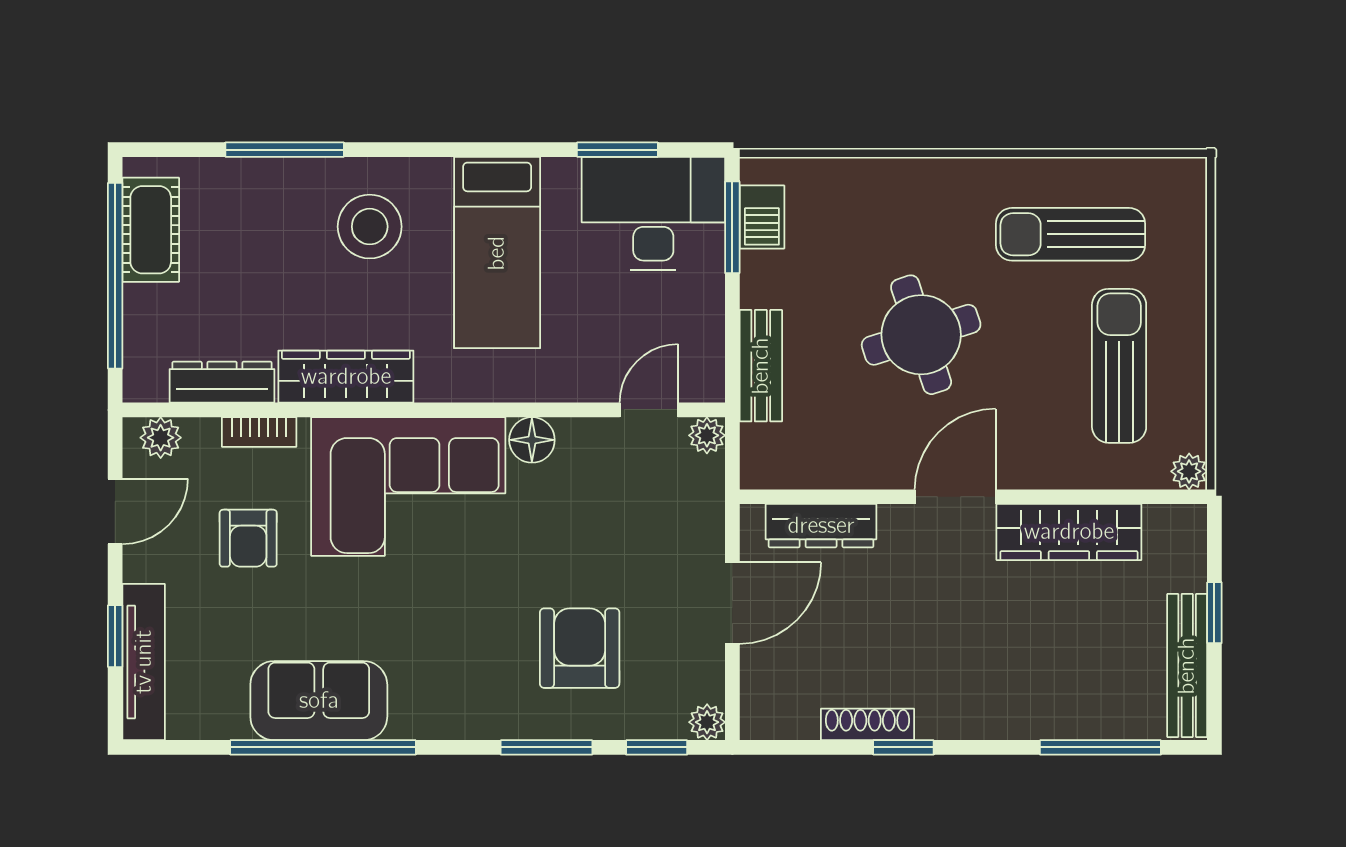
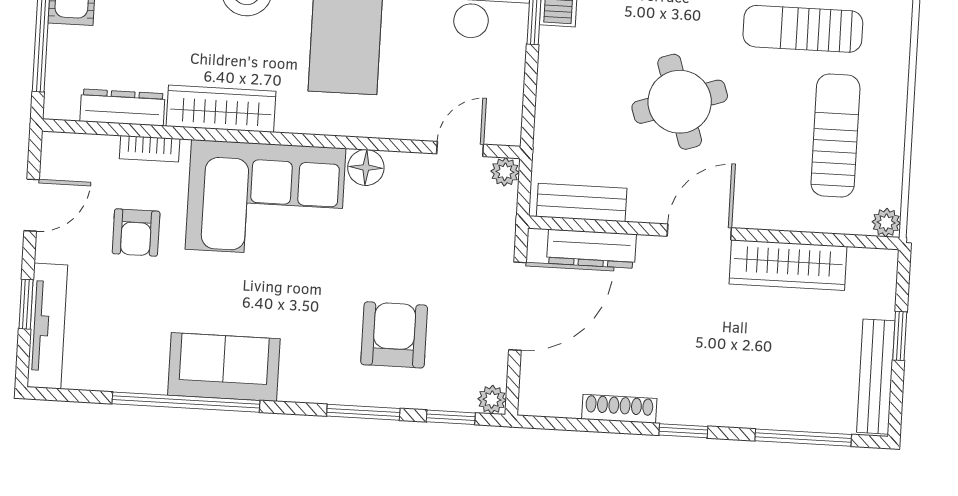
bench: (761, 366) -> (582, 202), moved, turned 90
plant: (161, 438) -> (71, 149), removed
door: (732, 603) -> (517, 306), width x1.36
sofa: (319, 701) -> (224, 367), moved
window: (903, 747) -> (683, 431), moved

